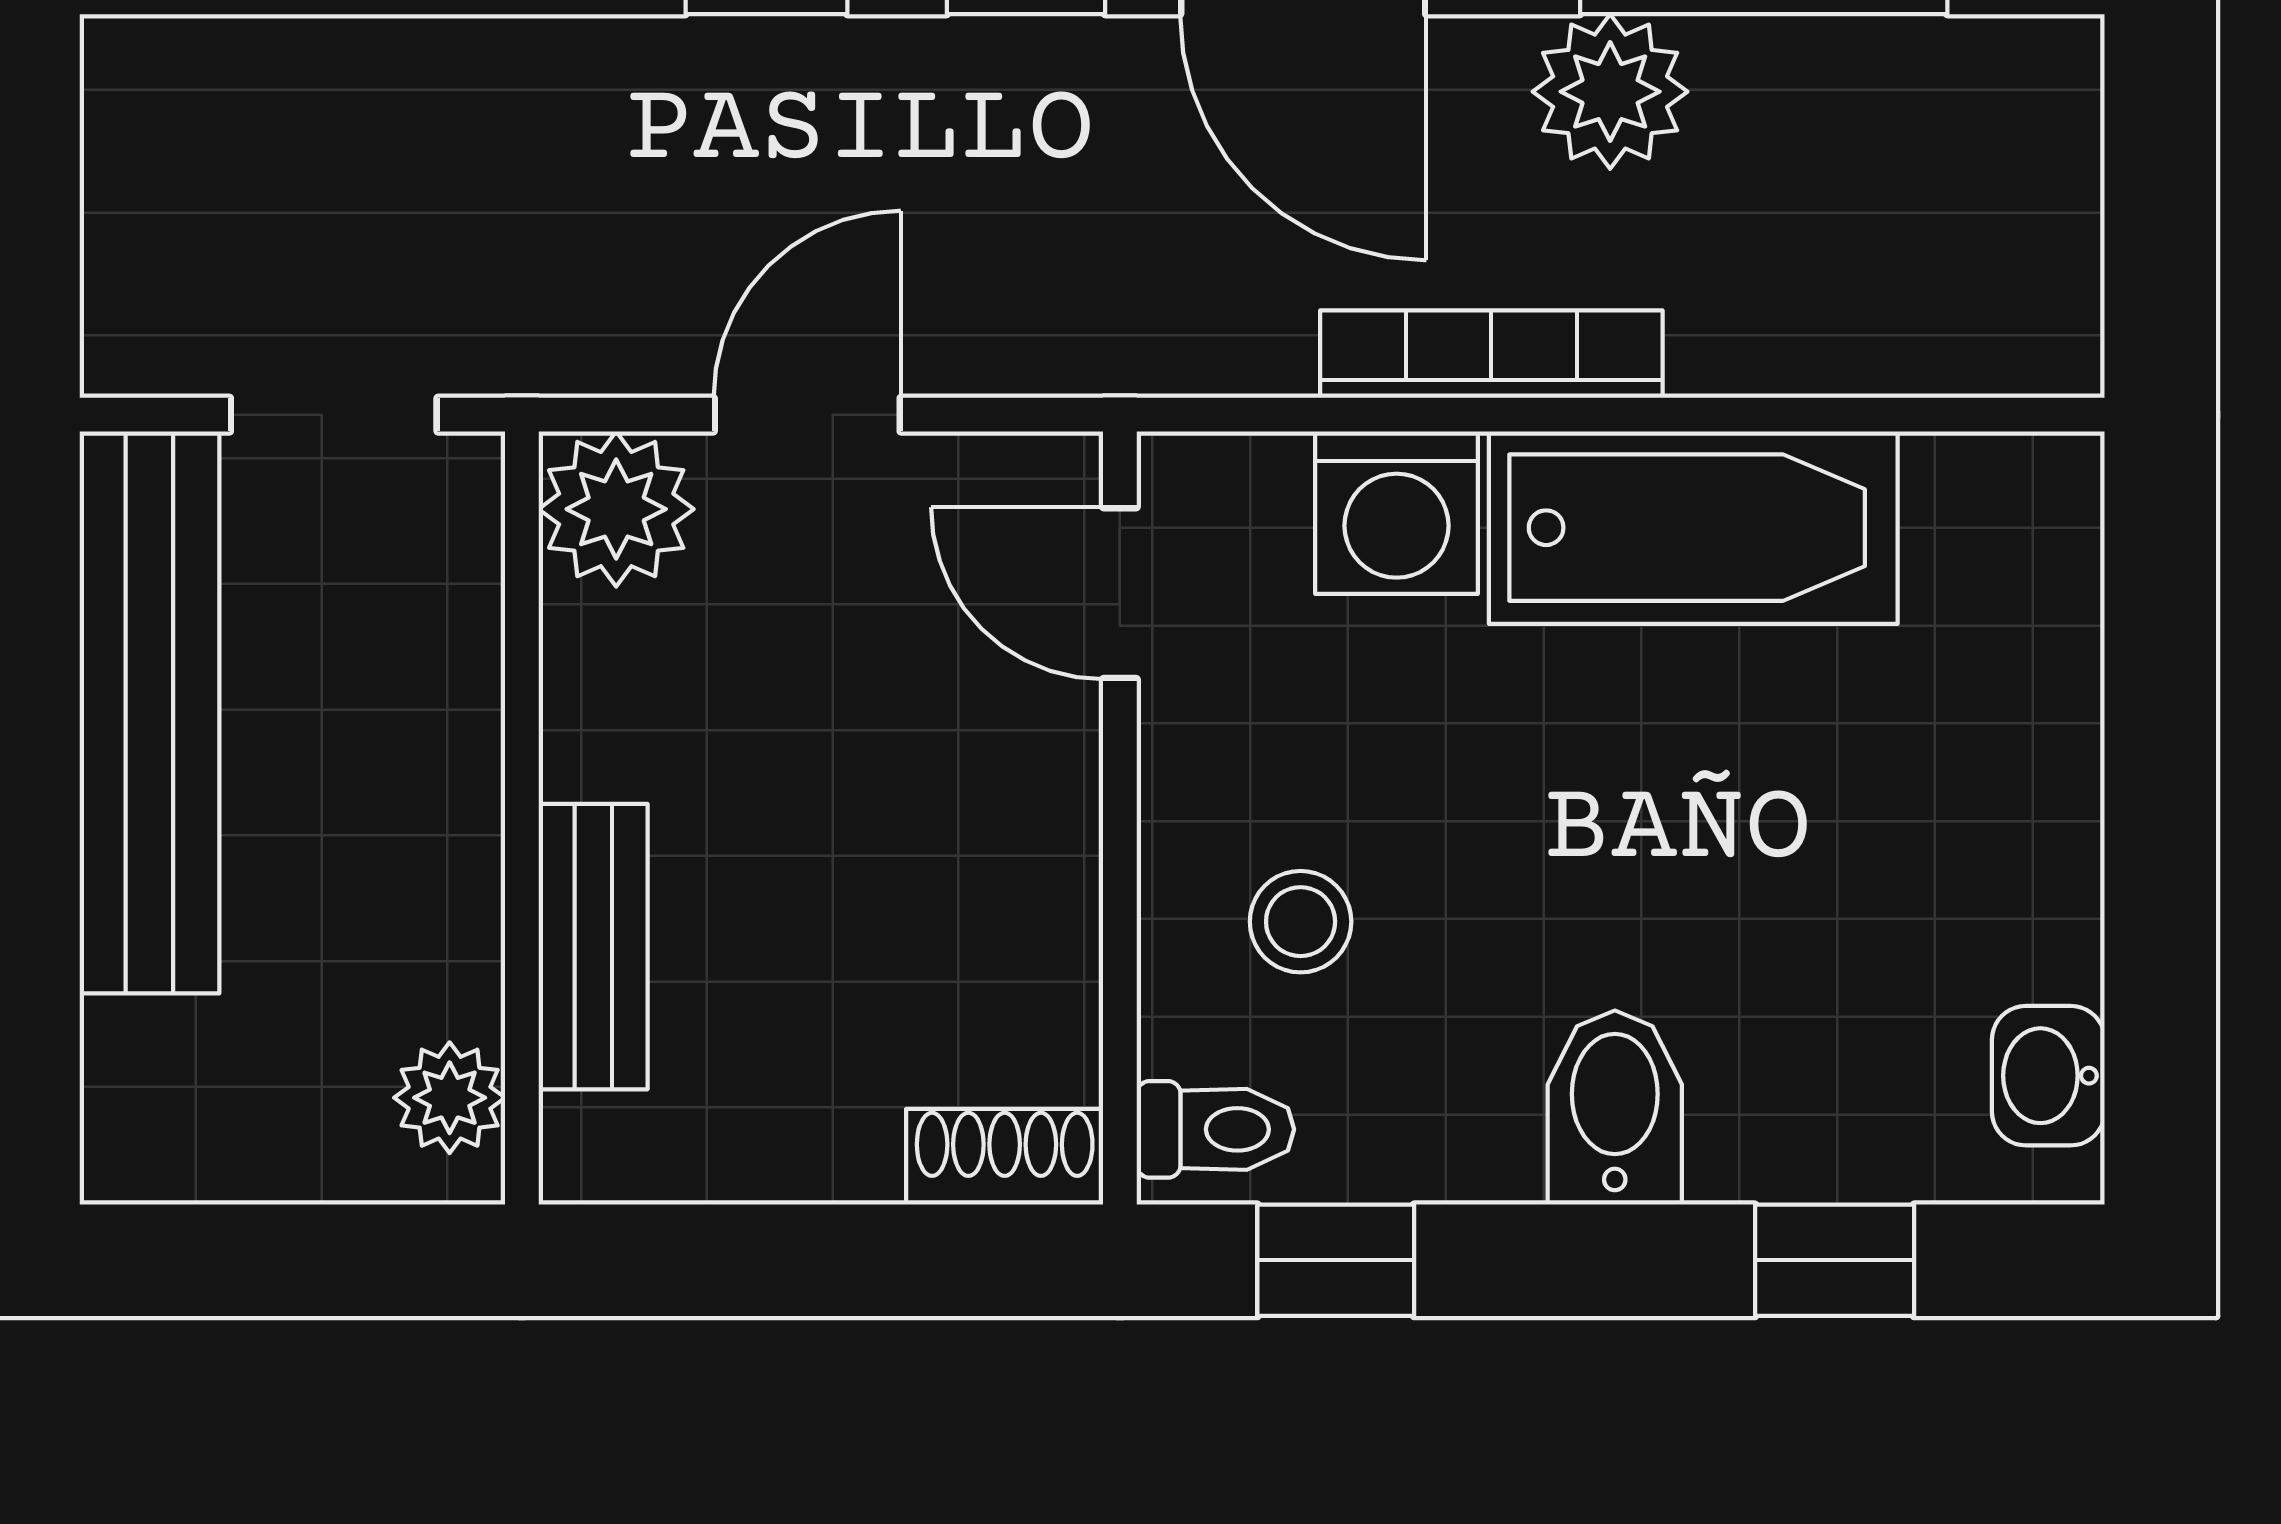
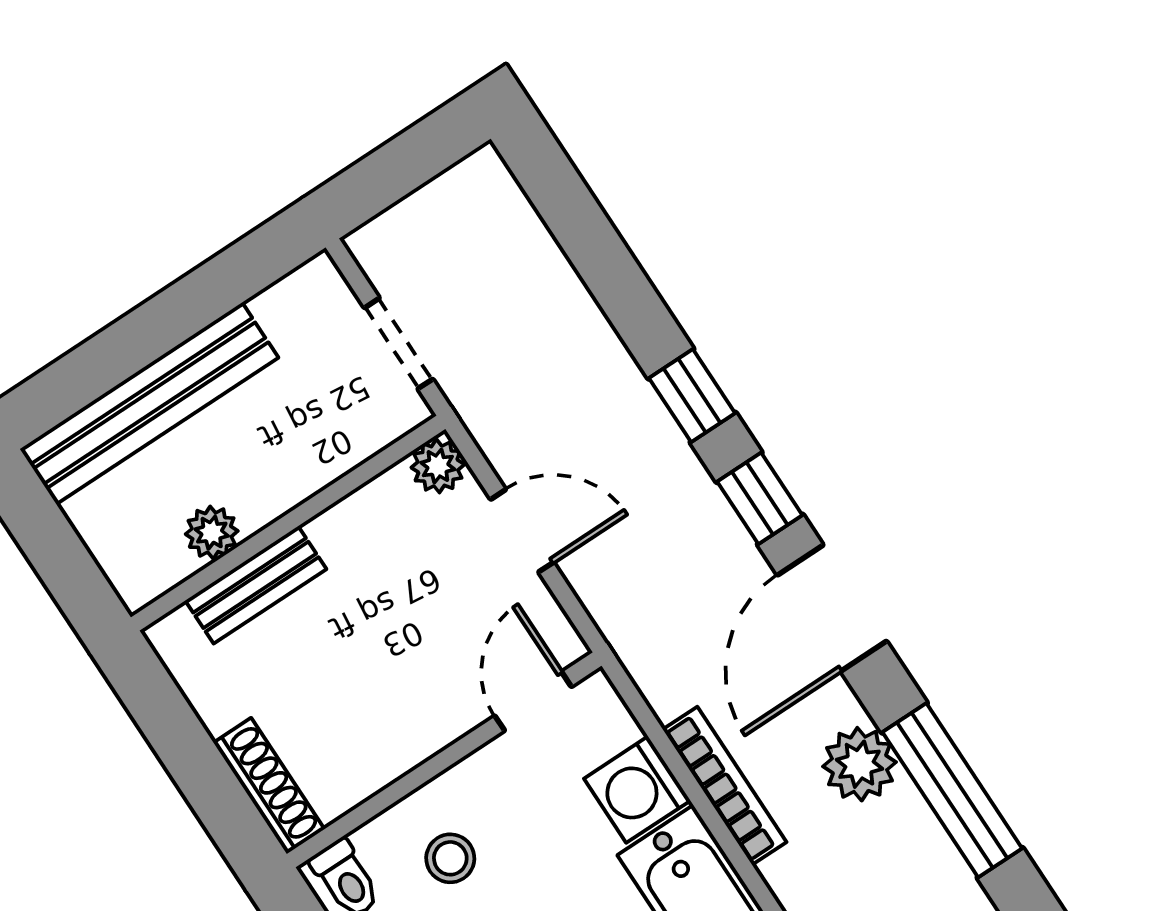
plant: (616, 509) -> (438, 466), width x0.73, depth x0.73
bench: (149, 712) -> (149, 403), moved
plant: (450, 1098) -> (212, 533), moved
shoe rack: (1005, 1157) -> (269, 786), width x1.43

